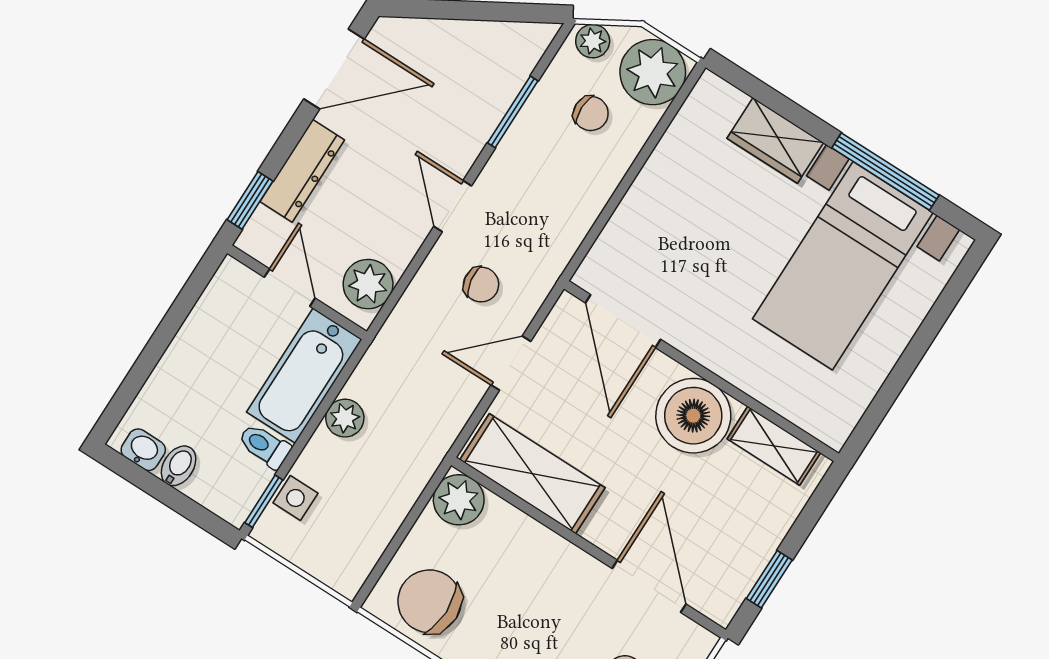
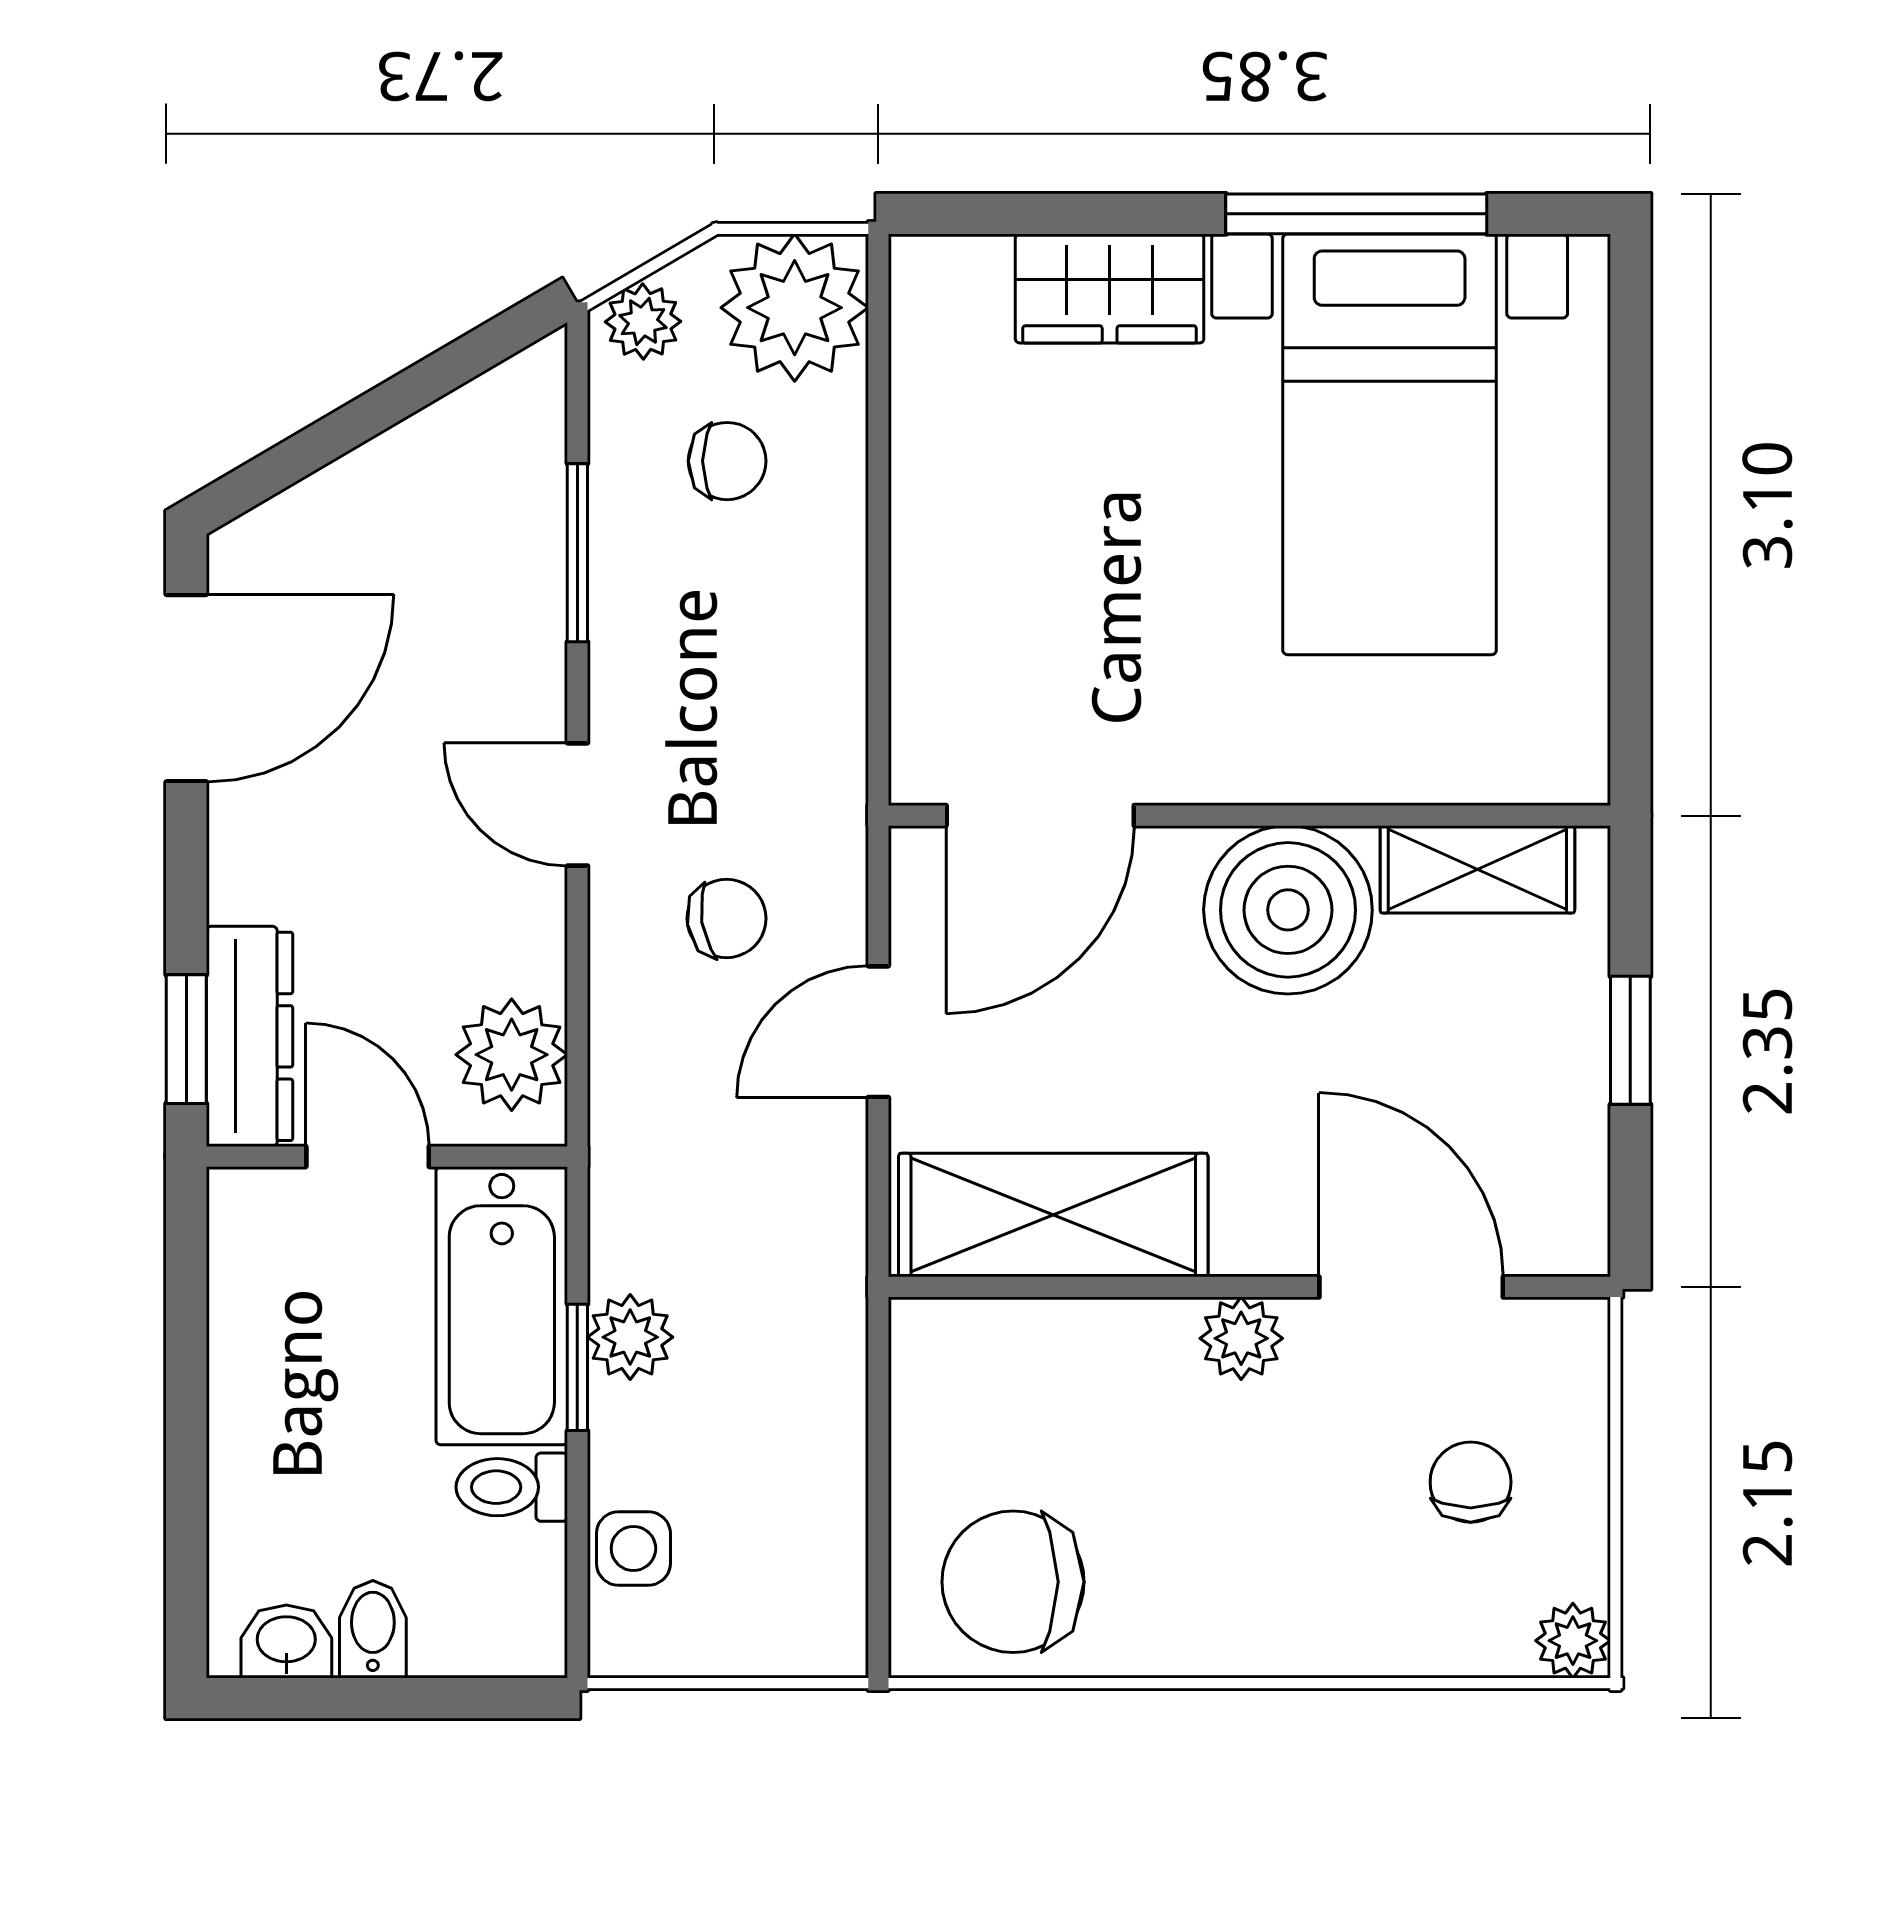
dresser: (302, 171) -> (249, 1036), moved
door: (623, 321) -> (1040, 816), hinge flipped
plant: (459, 500) -> (1241, 1338), moved, width x0.73, depth x0.73
window: (264, 501) -> (577, 1367), moved
window: (769, 579) -> (1630, 1040), moved

